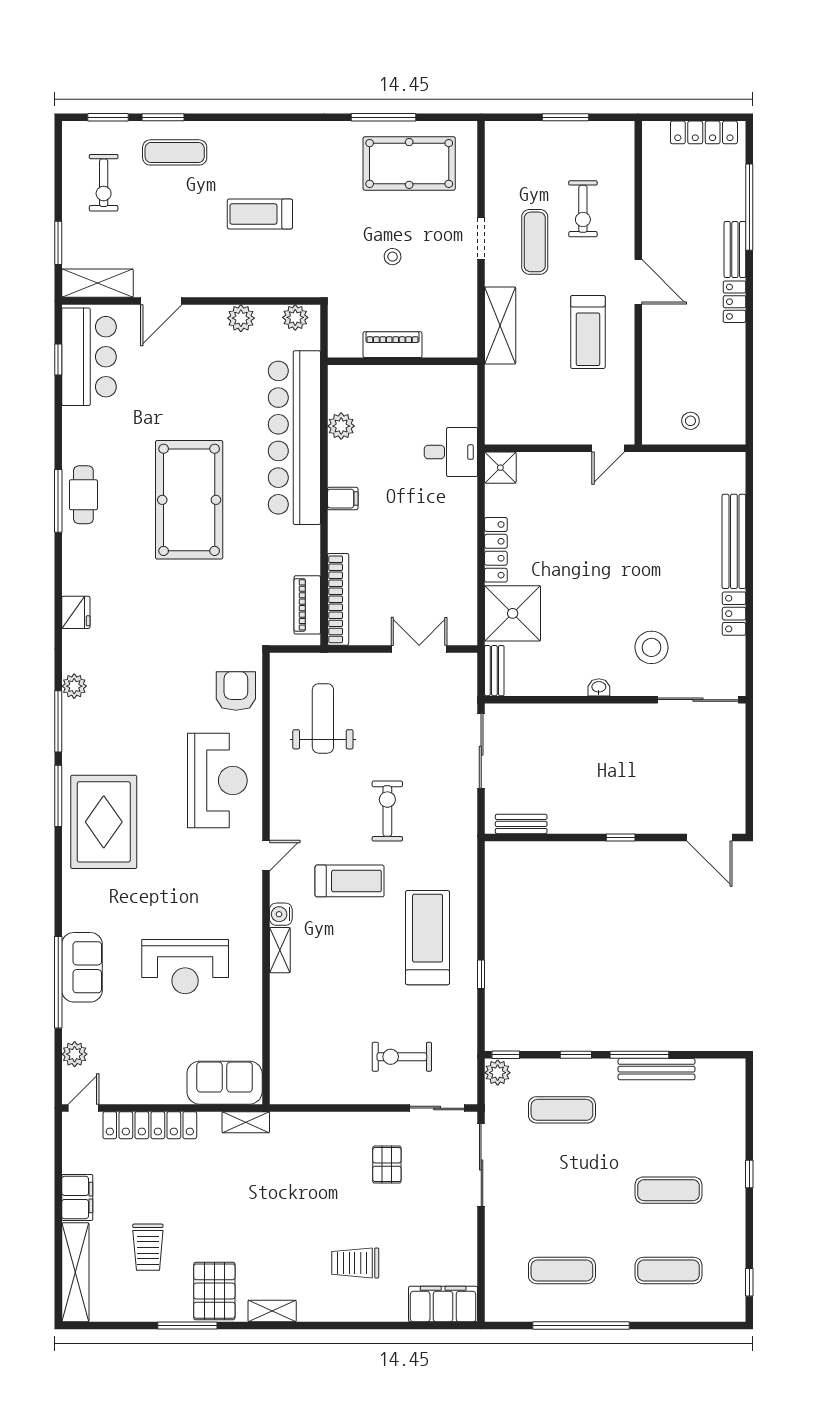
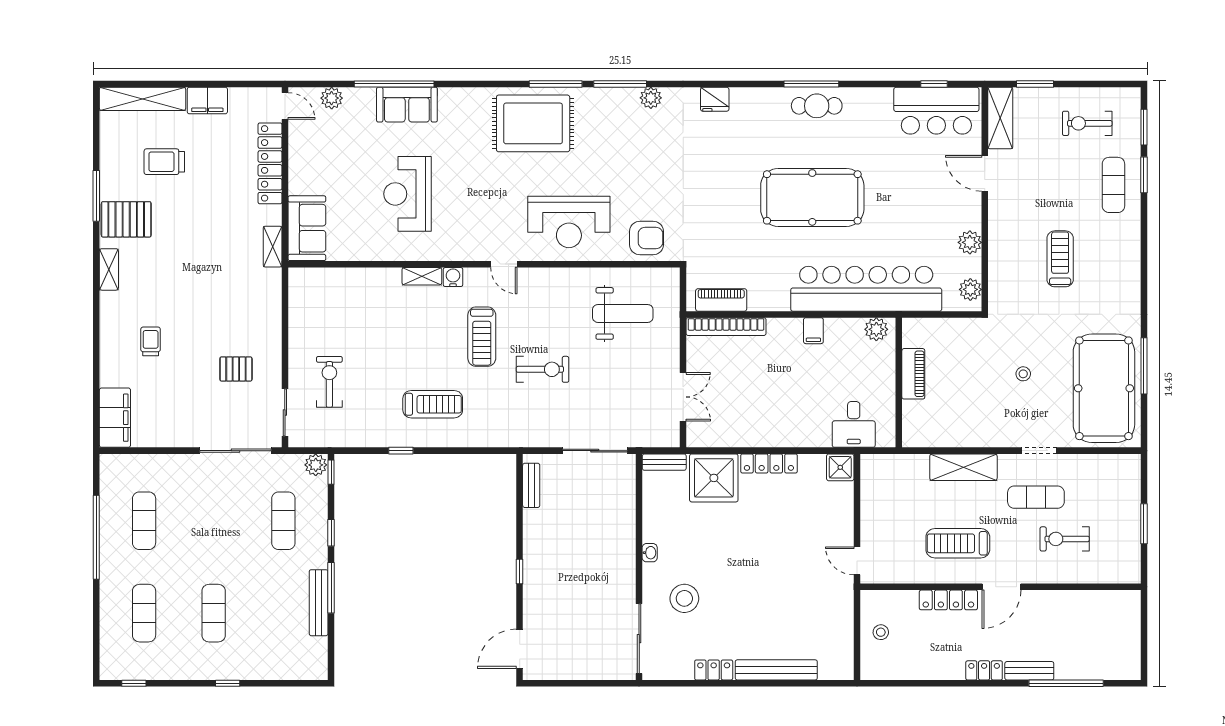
locker: (704, 132) -> (948, 600), moved, turned -90
pool table: (409, 163) -> (1104, 388), width x1.36, depth x1.32
piano: (393, 345) -> (913, 374), moved
wall: (403, 361) -> (899, 383), moved
treadmill: (428, 938) -> (433, 404), width x0.73, depth x0.73
trolley: (355, 1263) -> (151, 341), width x0.73, depth x0.72

